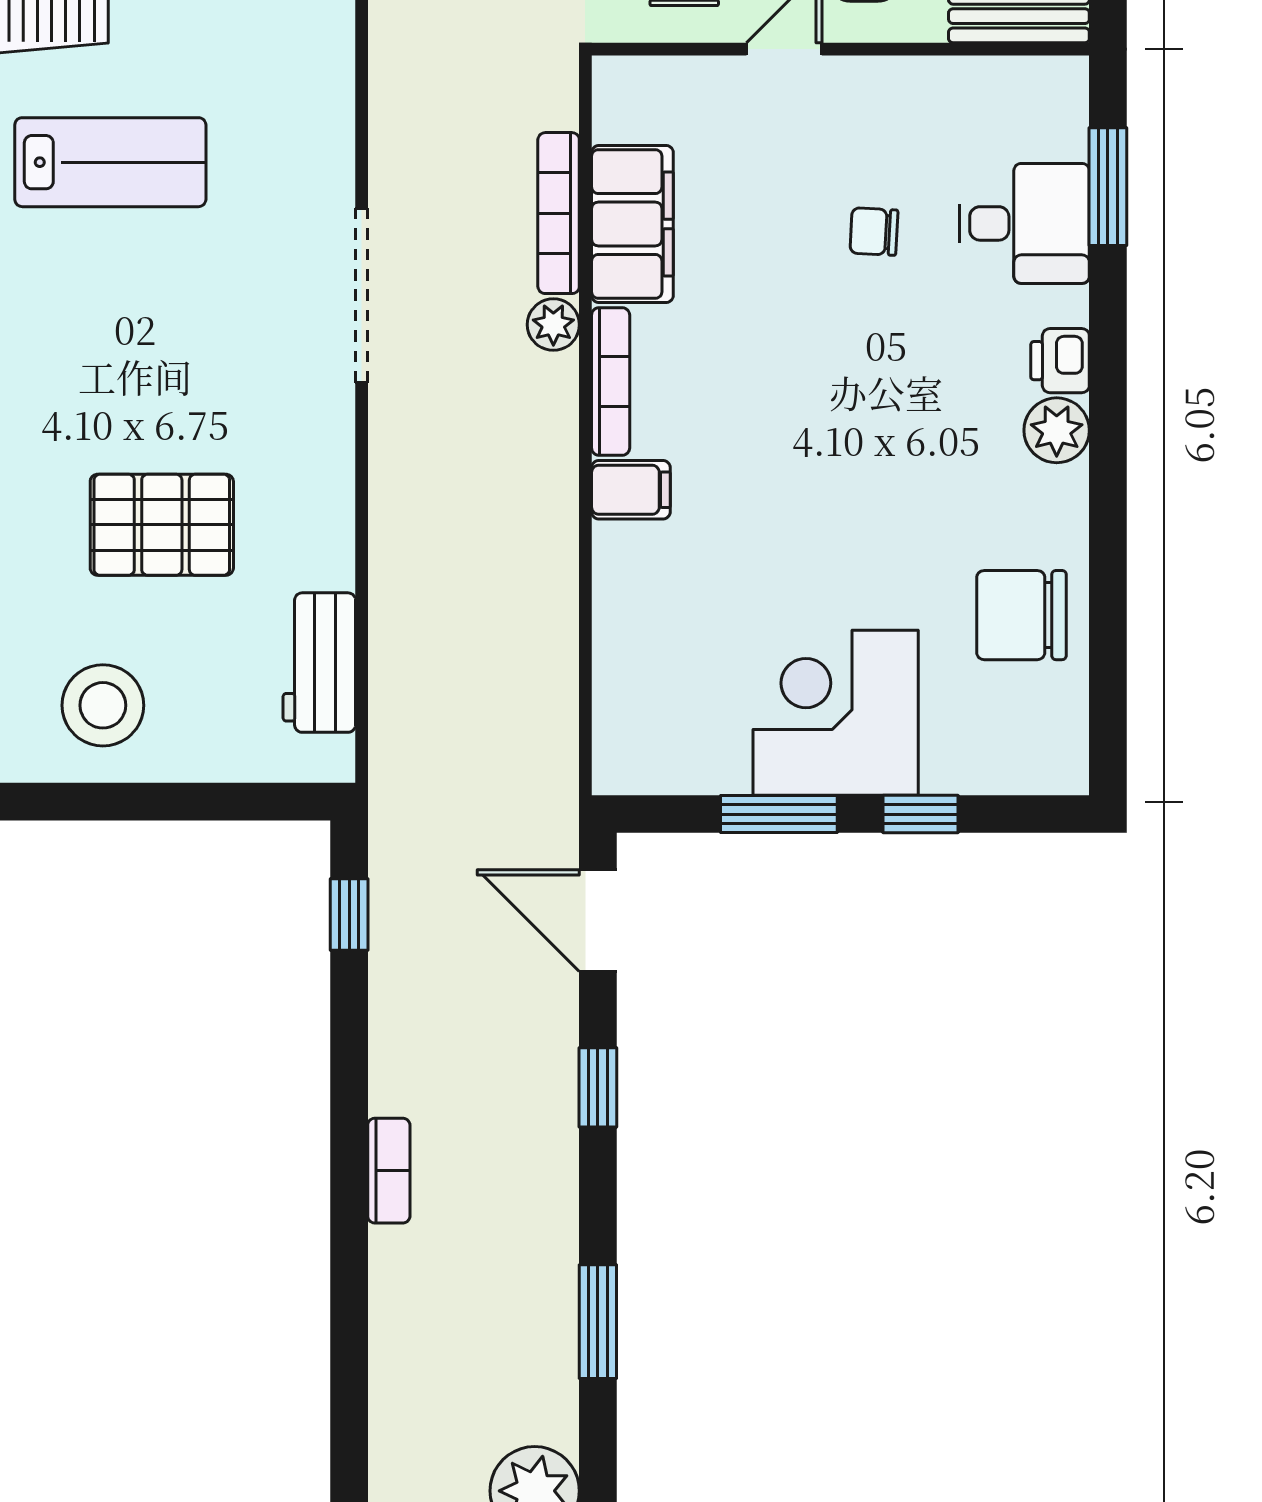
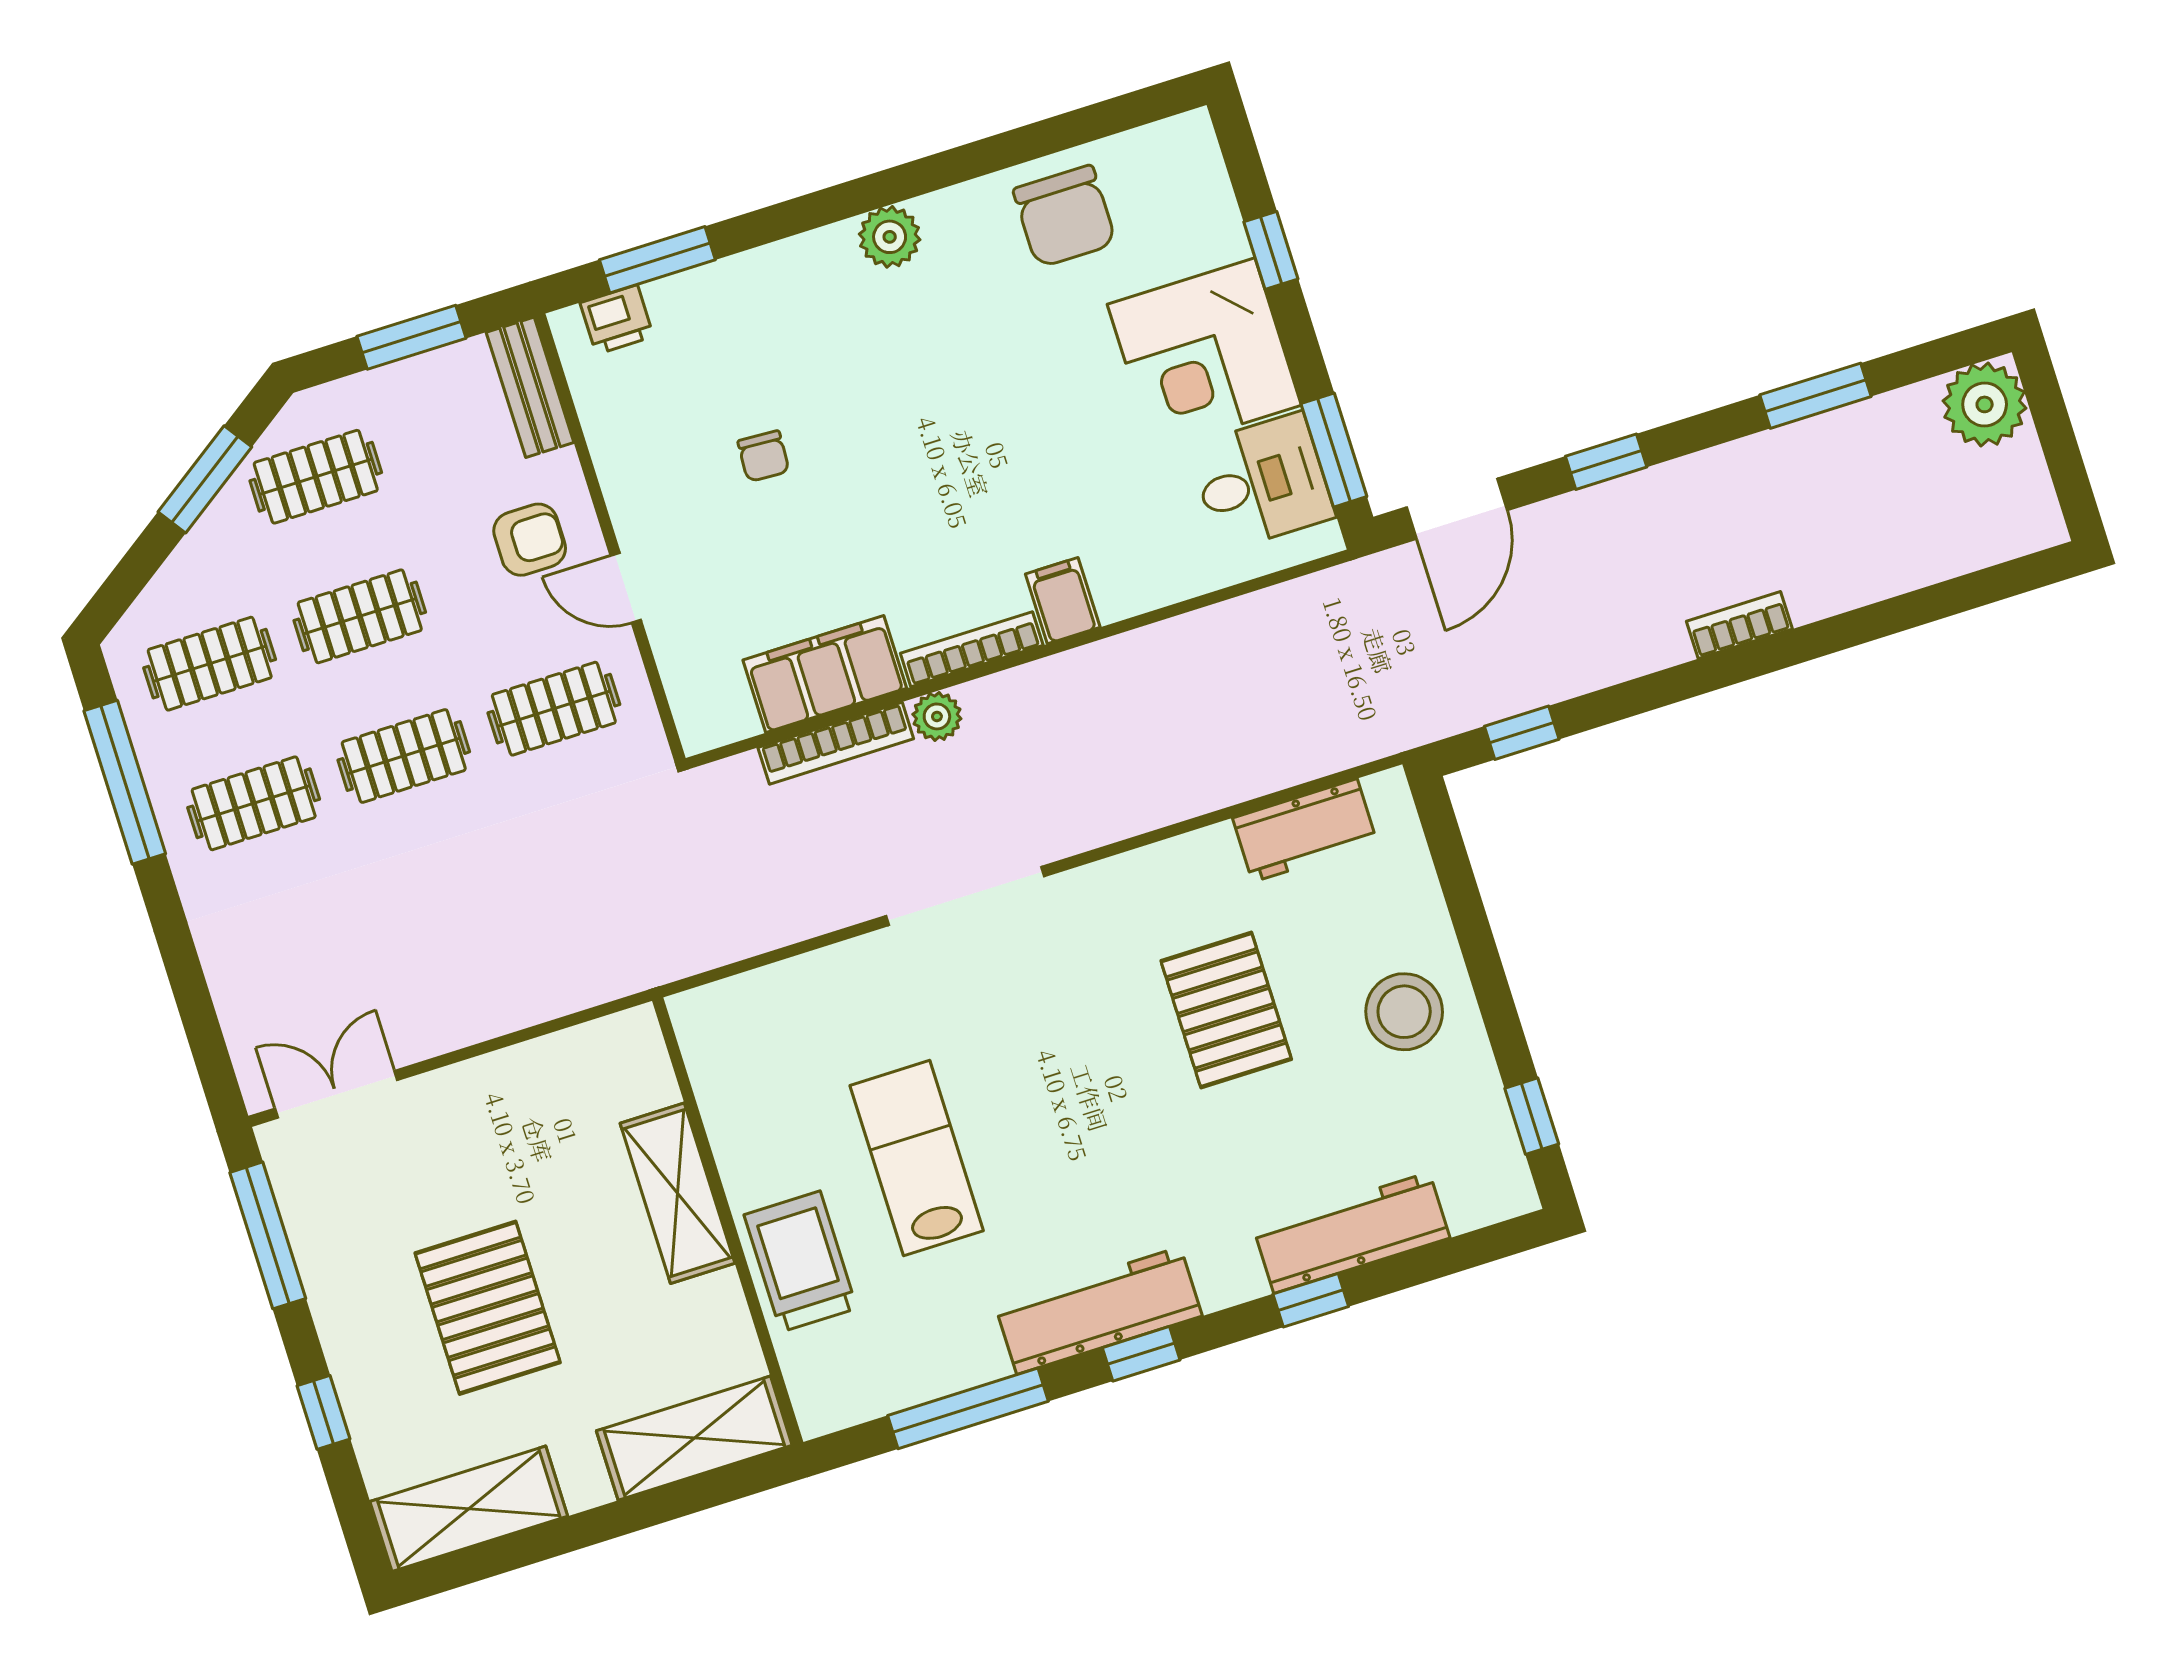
desk: (1024, 223) -> (1262, 482), moved, turned 90
printer: (1060, 361) -> (617, 320), moved
window: (779, 814) -> (1334, 450), moved

